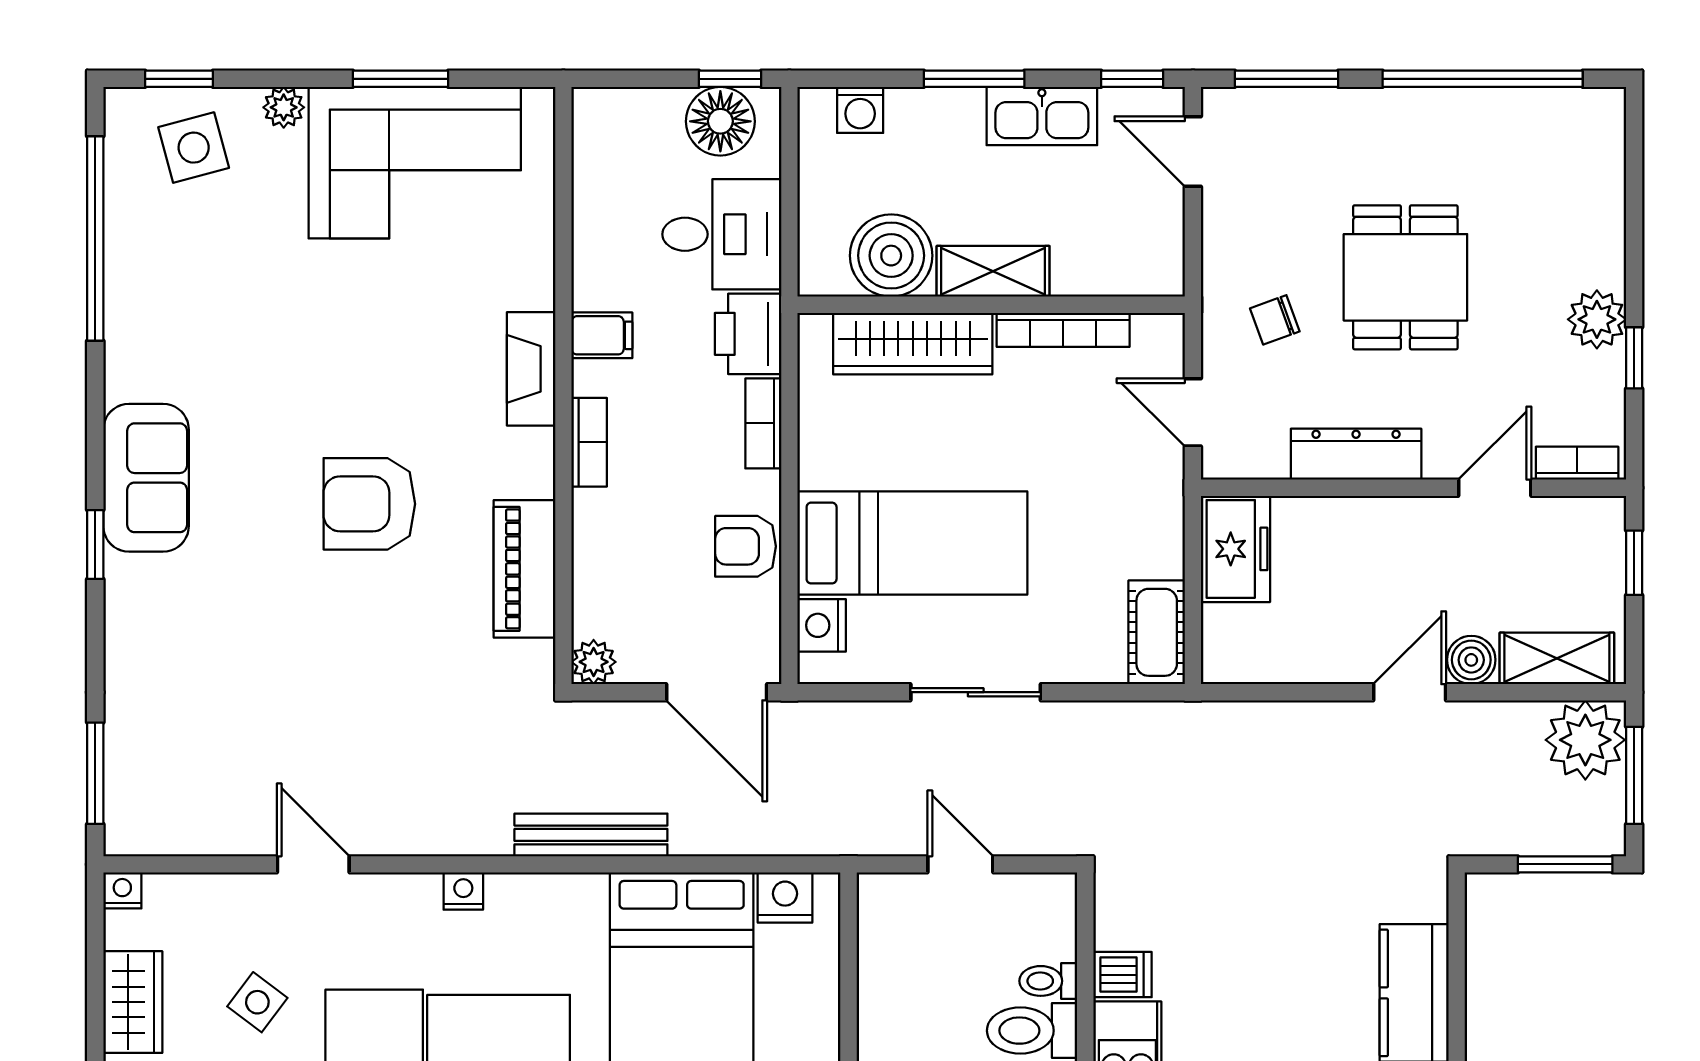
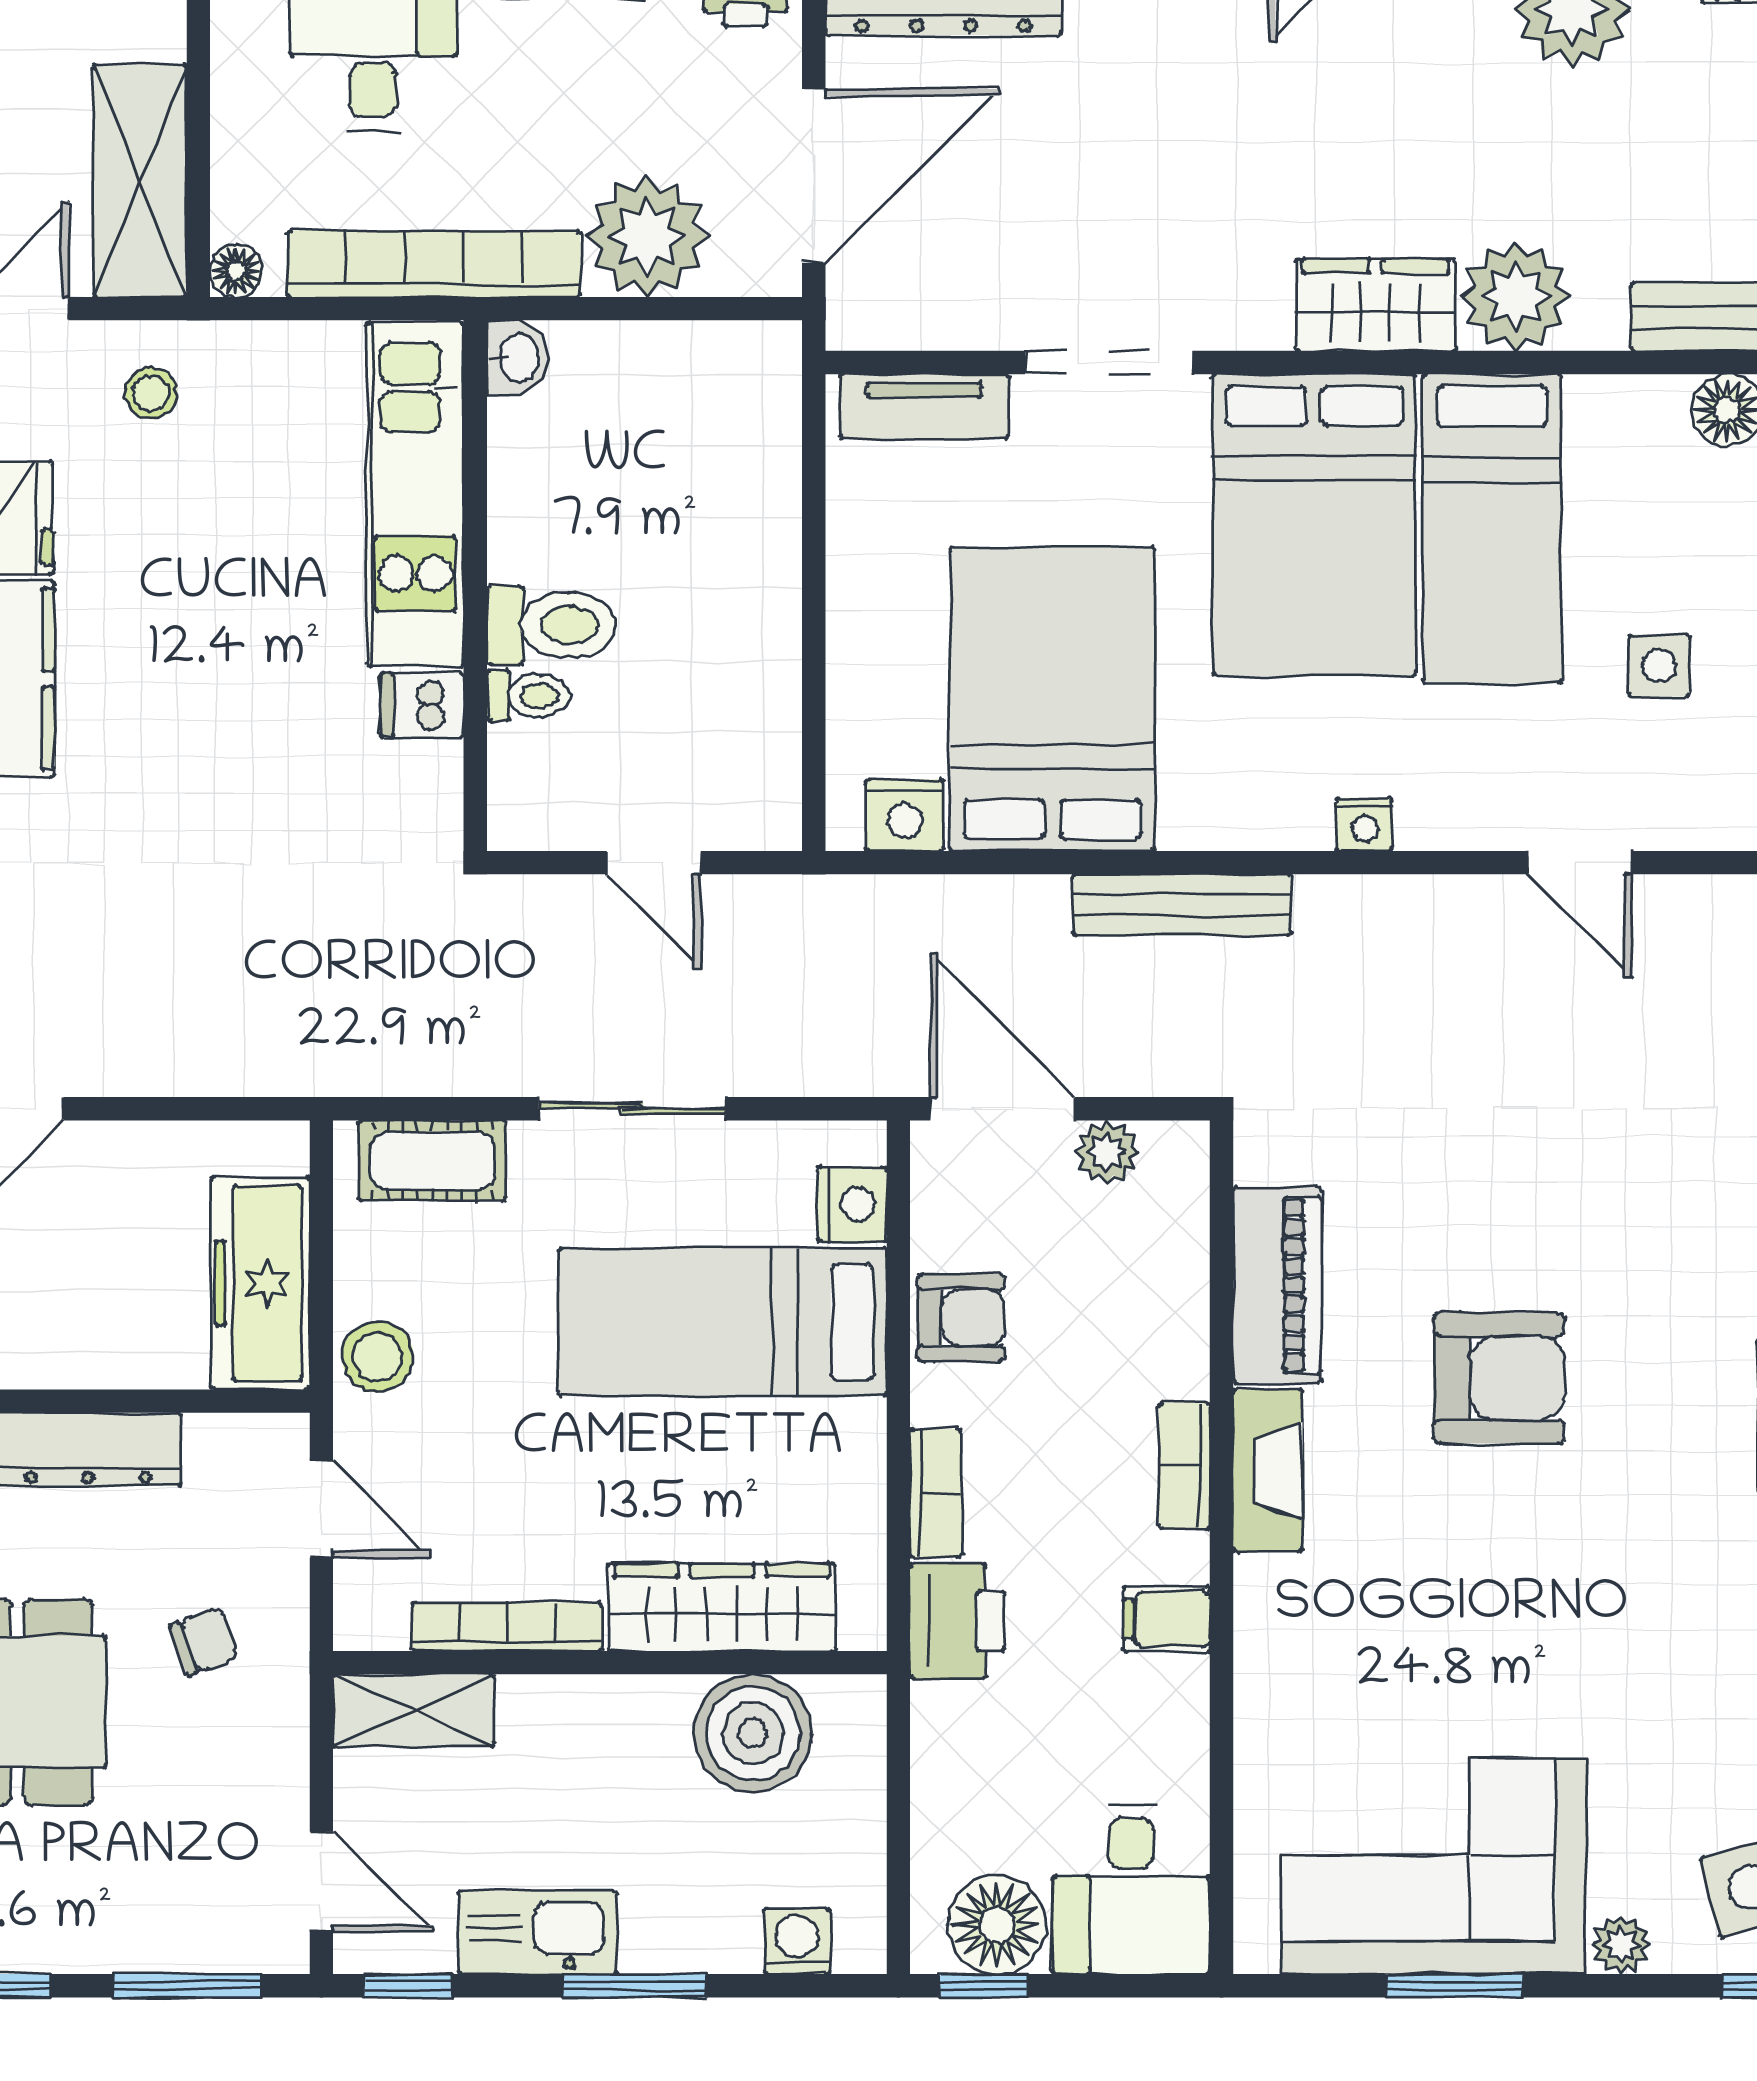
desk: (722, 234) -> (1131, 1889), moved, turned -90
shelving: (993, 271) -> (414, 1710), moved
fireplace: (531, 369) -> (1268, 1471), moved
stool: (1154, 519) -> (378, 1357), added
freezer: (1236, 549) -> (260, 1283), width x1.40
cot: (1157, 632) -> (432, 1161), moved, turned 90
plant: (594, 662) -> (1107, 1152), moved
side table: (257, 1002) -> (1659, 666), turned -37

